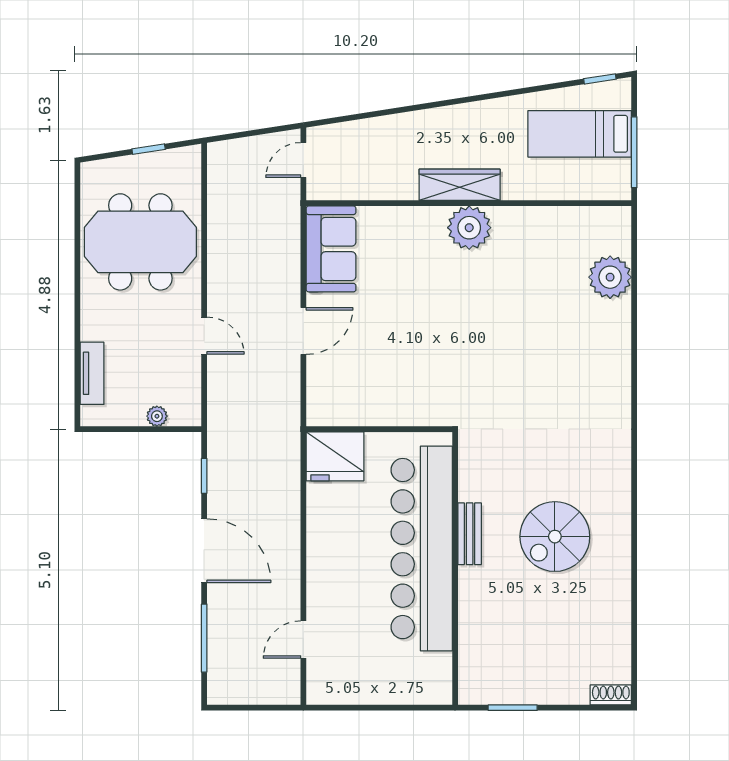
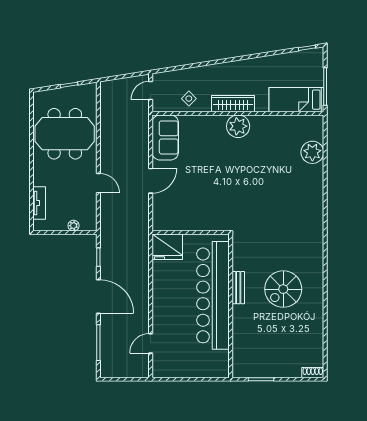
bed: (580, 134) -> (296, 100), moved
side table: (376, 175) -> (189, 99), added

